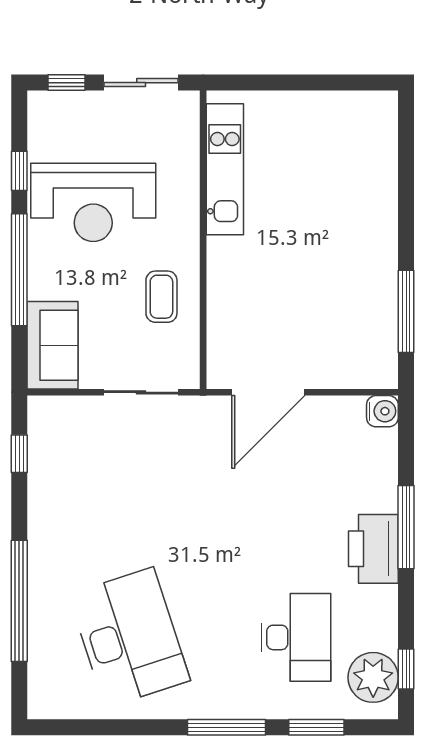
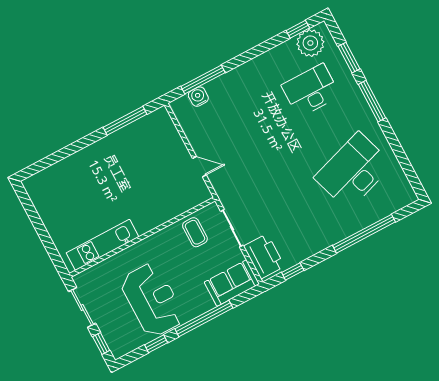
coffee table: (161, 297) -> (195, 232), moved, turned 90
door: (268, 392) -> (199, 167), width x0.53
water cooler: (382, 411) -> (198, 97), moved
window: (406, 527) -> (203, 79), moved
printer: (373, 549) -> (264, 256), moved, turned -90

